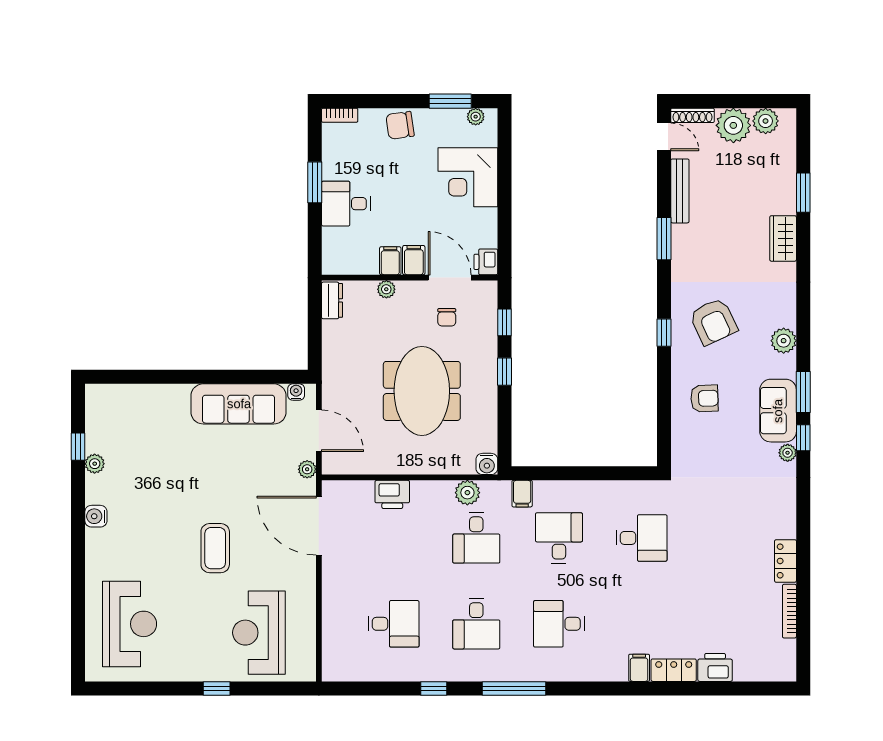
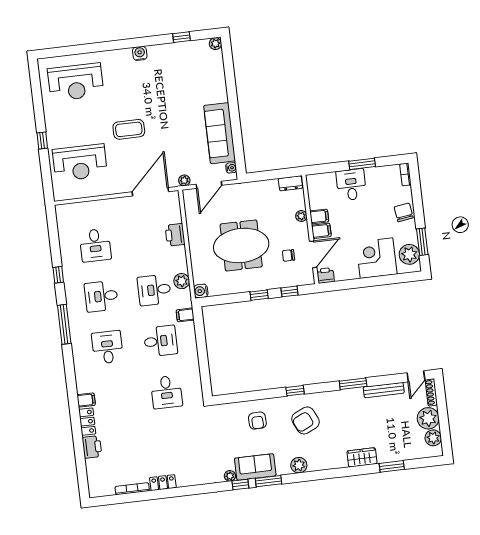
plant: (476, 117) -> (409, 254), width x1.87, depth x1.87
plant: (95, 464) -> (215, 44), moved
reception desk: (259, 633) -> (80, 163), turned 180

